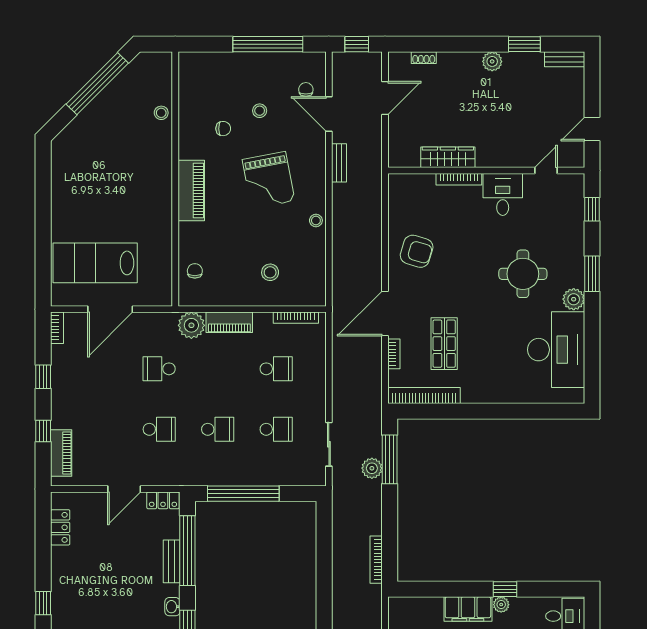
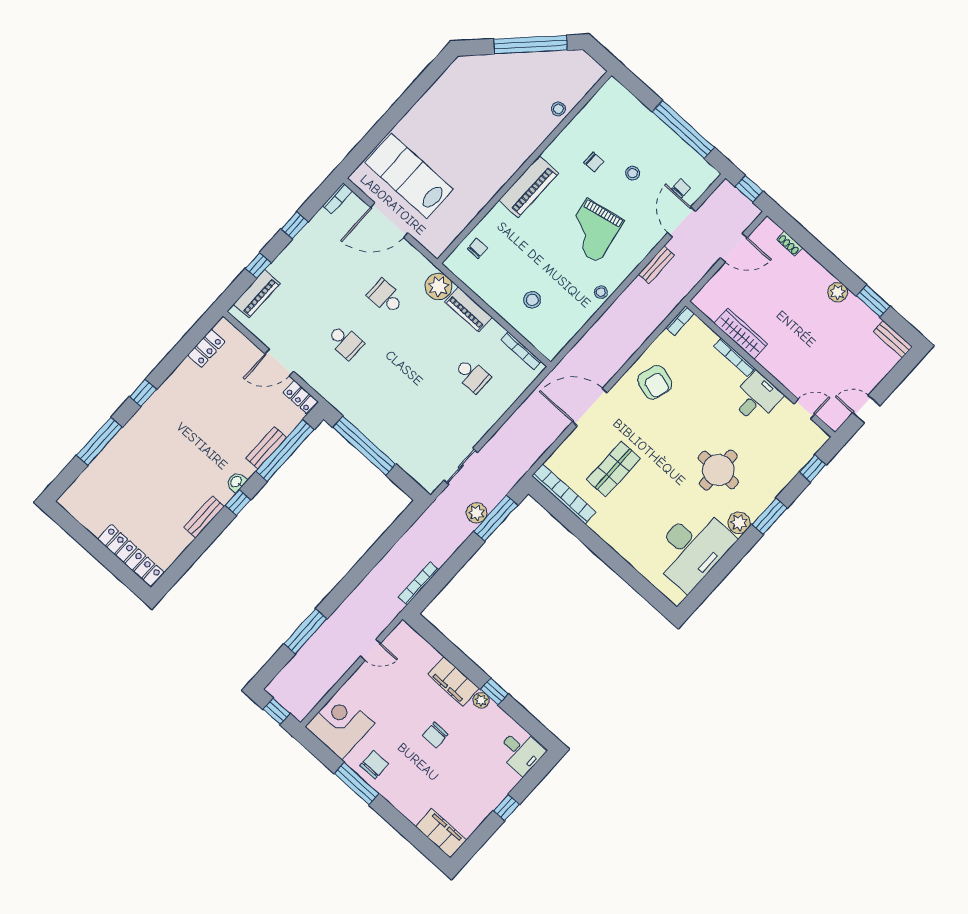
bookcase: (394, 354) -> (680, 321), moved
school desk: (218, 429) -> (388, 381), removed
school desk: (276, 429) -> (432, 420), removed

